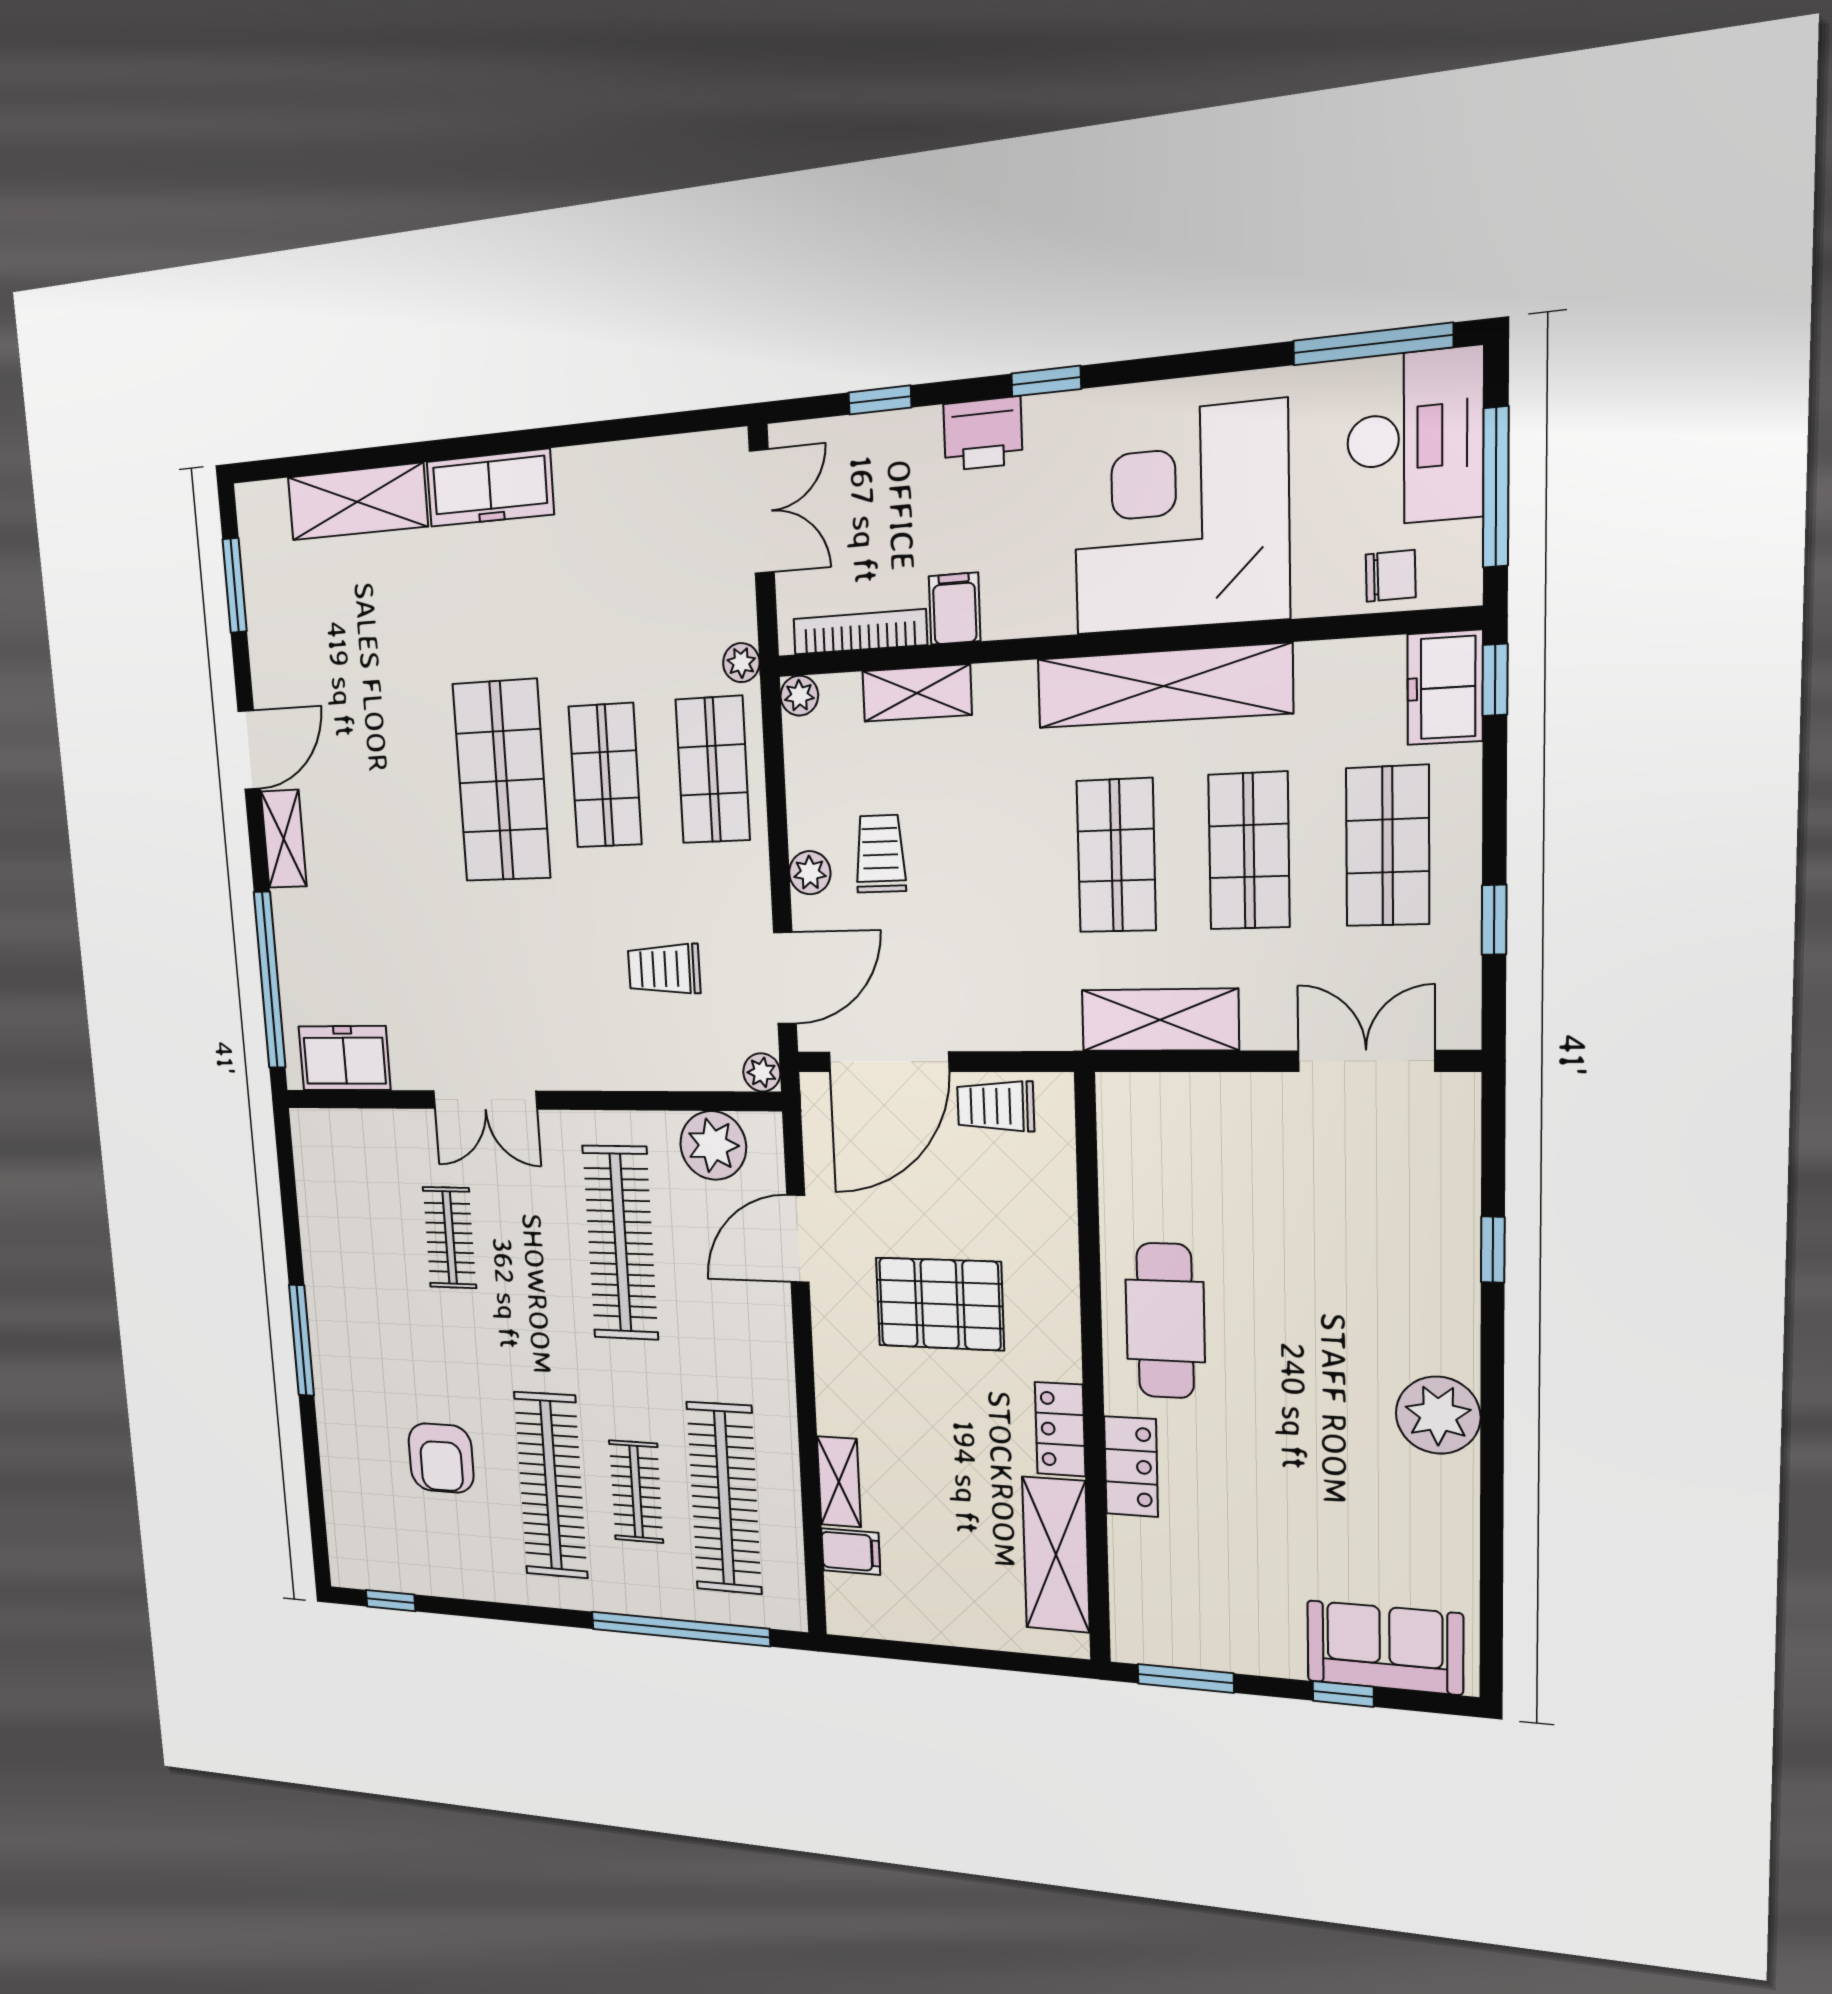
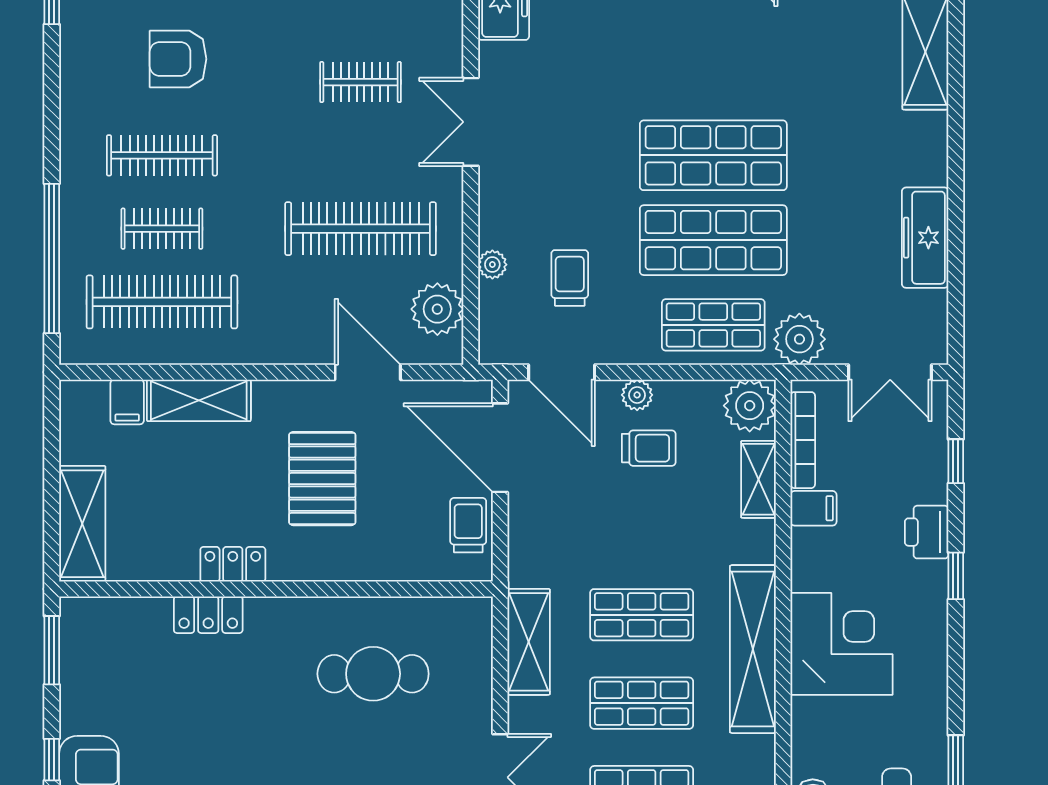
freezer: (490, 488) -> (925, 238), moved
corner desk: (1180, 519) -> (841, 644), width x0.74, depth x0.74
plant: (741, 663) -> (799, 339), width x1.87, depth x1.87
plant: (799, 696) -> (750, 406), width x1.88, depth x1.88
shop shelf: (605, 775) -> (713, 240), width x1.43, depth x1.36
plant: (762, 1072) -> (492, 265), moved
cafe table: (1165, 1321) -> (373, 674), moved
shelving: (839, 1482) -> (199, 400), width x1.50, depth x1.33
clothes rail: (551, 1485) -> (162, 155), width x0.73, depth x0.76
shelving: (1056, 1555) -> (82, 524), moved, turned 90

